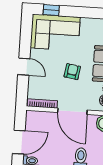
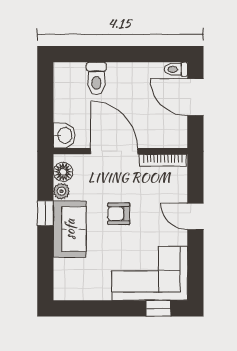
armchair: (72, 72) -> (119, 214), turned 81
door: (19, 142) -> (195, 97), hinge flipped

